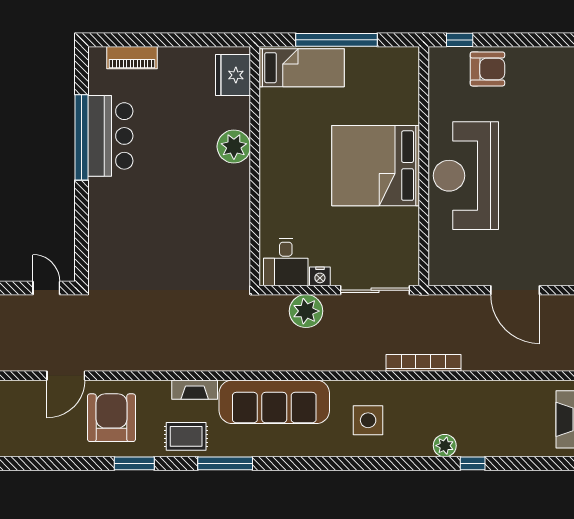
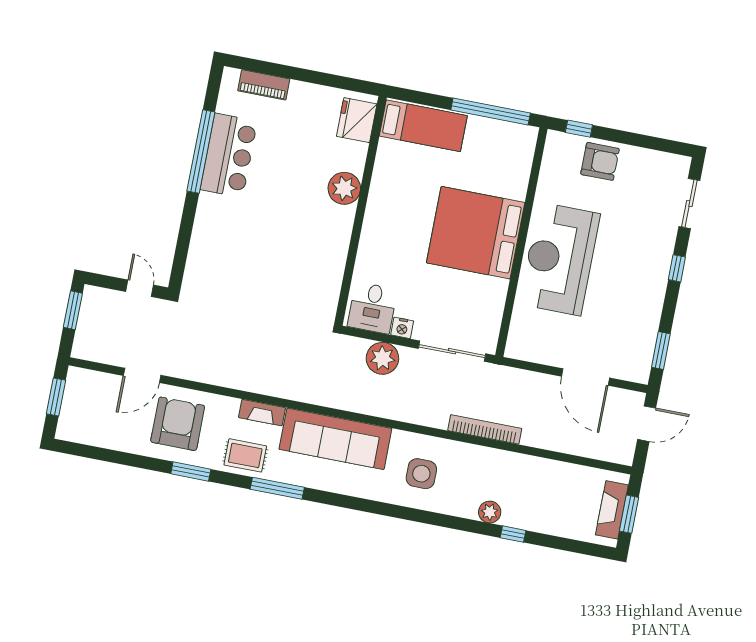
window: (336, 40) -> (491, 111), moved

